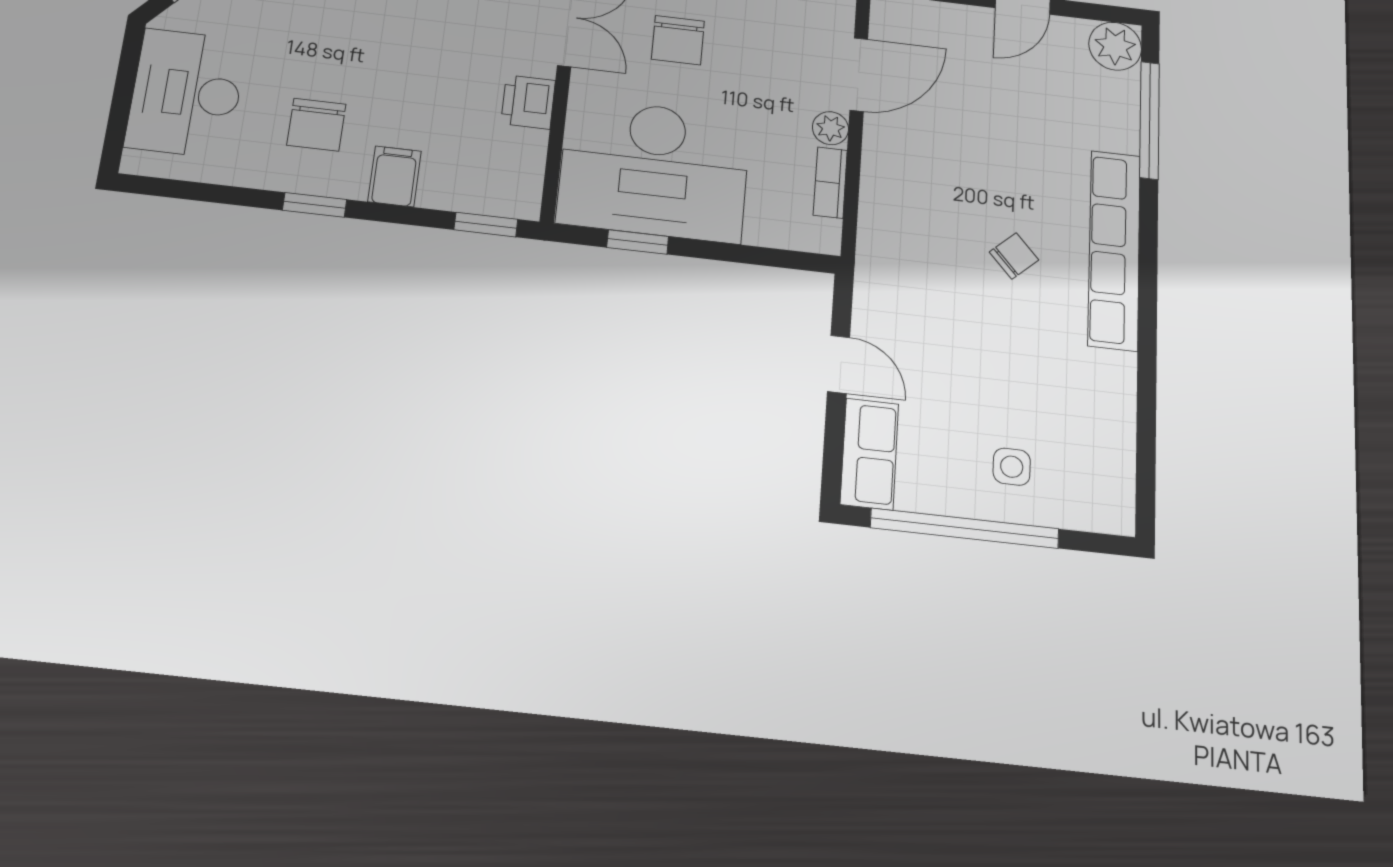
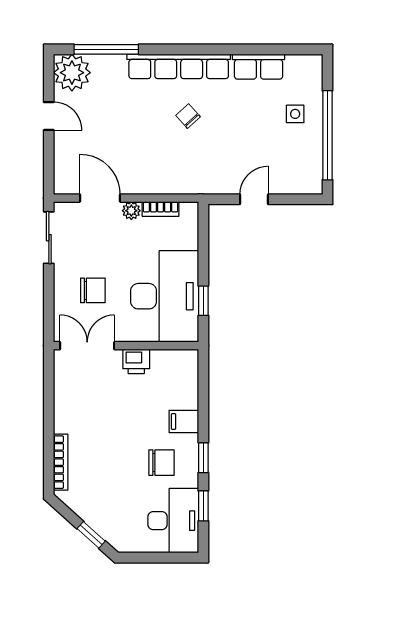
plant: (1115, 46) -> (72, 73), width x1.36, depth x1.36
desk: (186, 93) -> (173, 521), moved, turned -90
window: (486, 225) -> (203, 506), moved
row of seats: (869, 454) -> (259, 67), moved, turned 180

